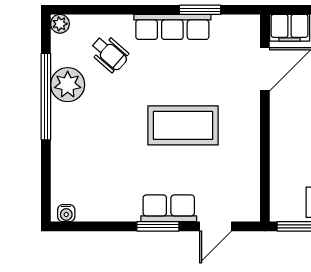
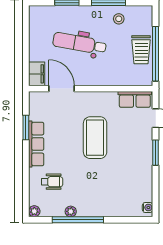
wheelchair: (109, 53) -> (52, 182), turned 49
plant: (68, 85) -> (71, 211), width x0.53, depth x0.53
row of seats: (169, 208) -> (135, 99), moved, turned -90

